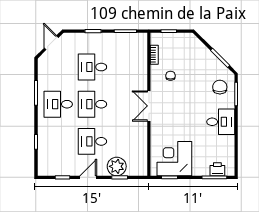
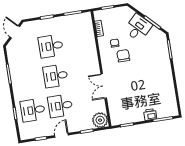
chair: (220, 87) -> (123, 56), moved
desk: (58, 104) -> (33, 110), moved
double door: (149, 106) -> (104, 86), moved
desk: (221, 122) -> (138, 28), moved, turned -45
corner desk: (174, 159) -> (128, 109), removed
plant: (117, 166) -> (100, 120), moved
printer: (217, 169) -> (150, 115), moved

